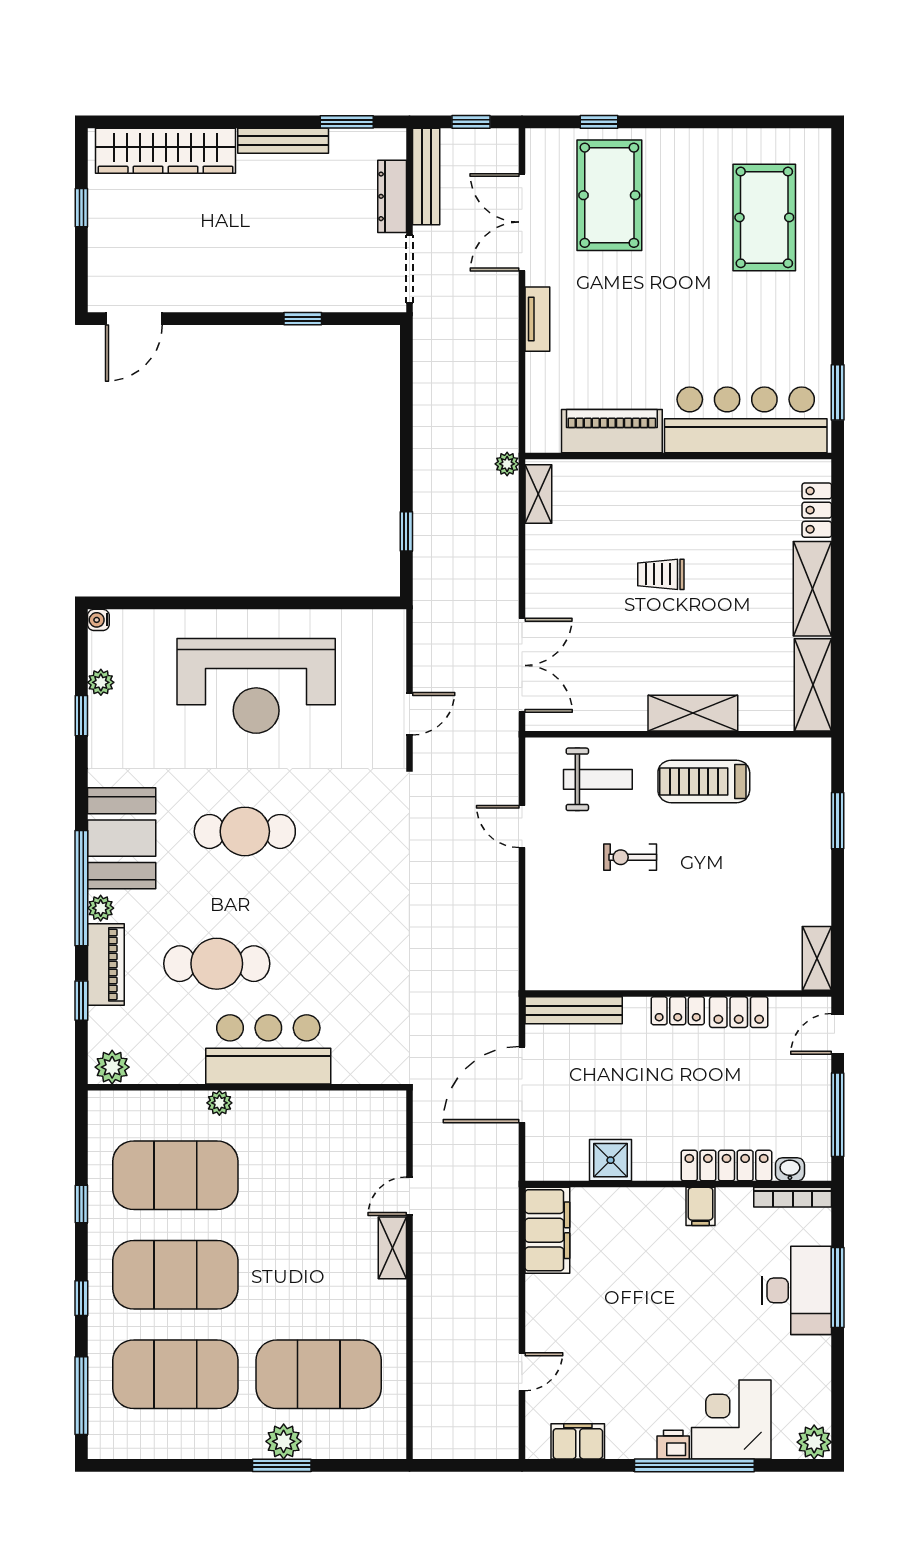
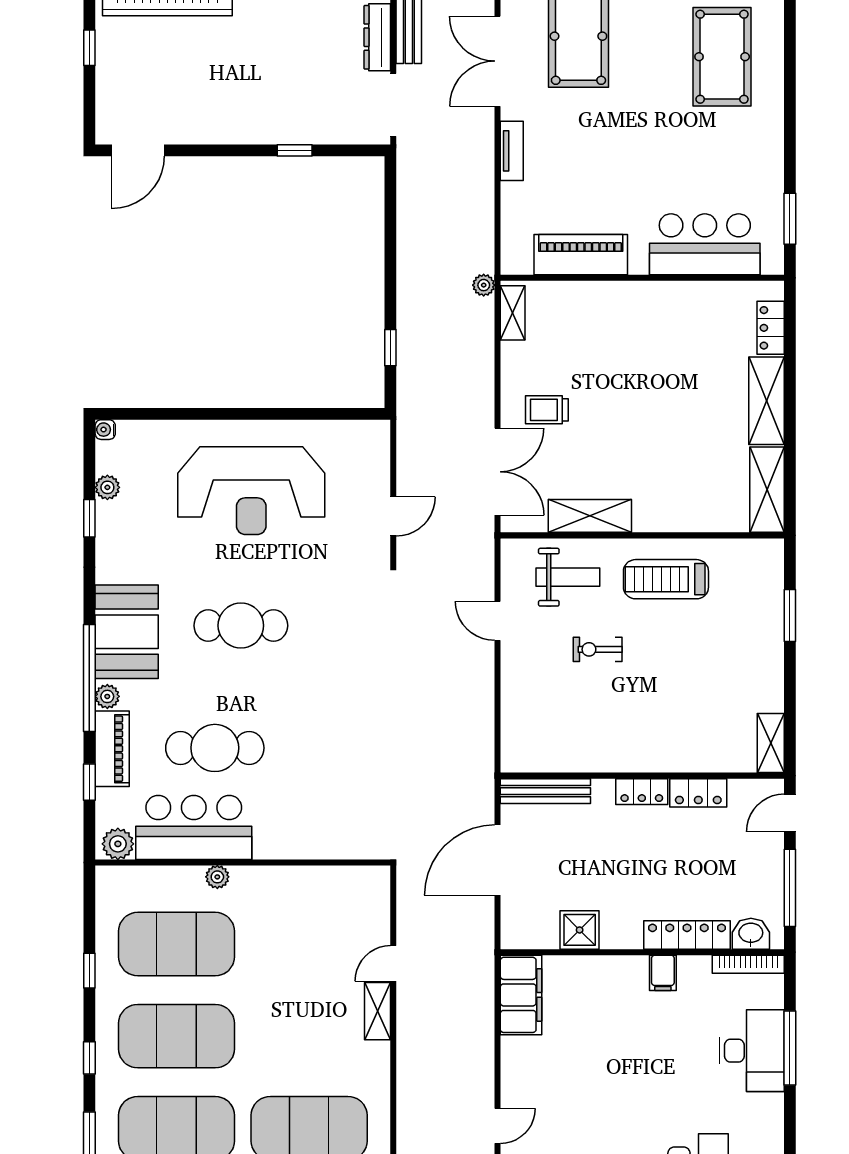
bar counter: (746, 420) -> (705, 244), width x0.73
trolley: (661, 574) -> (547, 410), moved
shelving: (693, 713) -> (590, 516), moved
bar counter: (268, 1049) -> (194, 827), moved
washbasin: (790, 1169) -> (751, 934), width x1.38, depth x1.45

